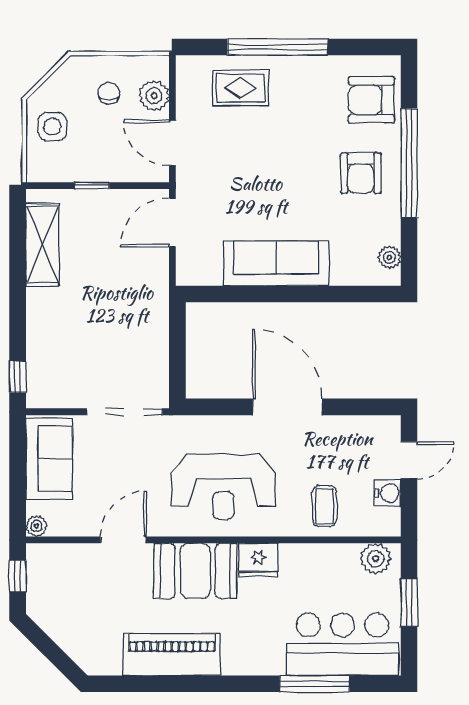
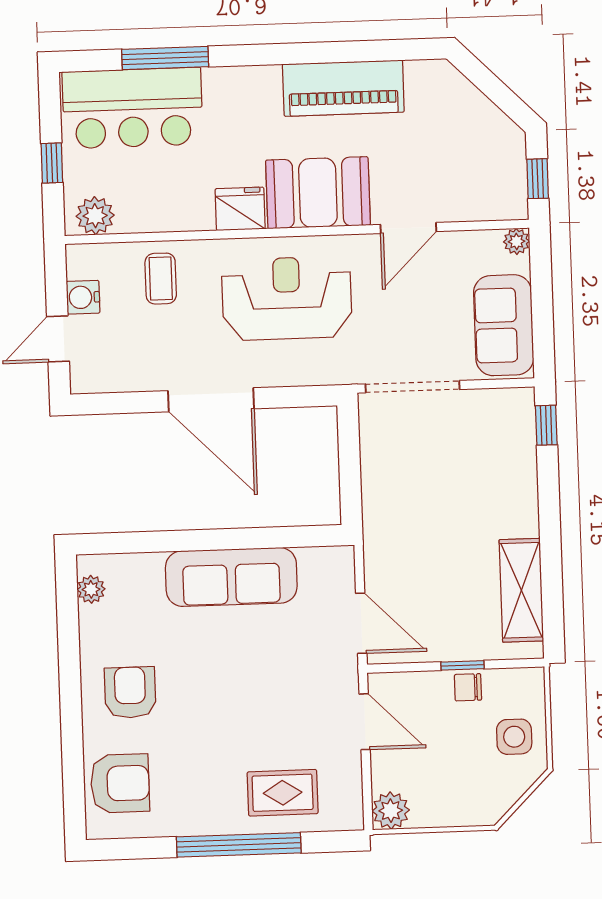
chair: (109, 93) -> (468, 687), moved, turned 90
plant: (154, 96) -> (391, 811), moved
window: (409, 163) -> (71, 707), removed
door: (172, 222) -> (361, 623), hinge flipped
window: (409, 602) -> (52, 163), width x0.67

